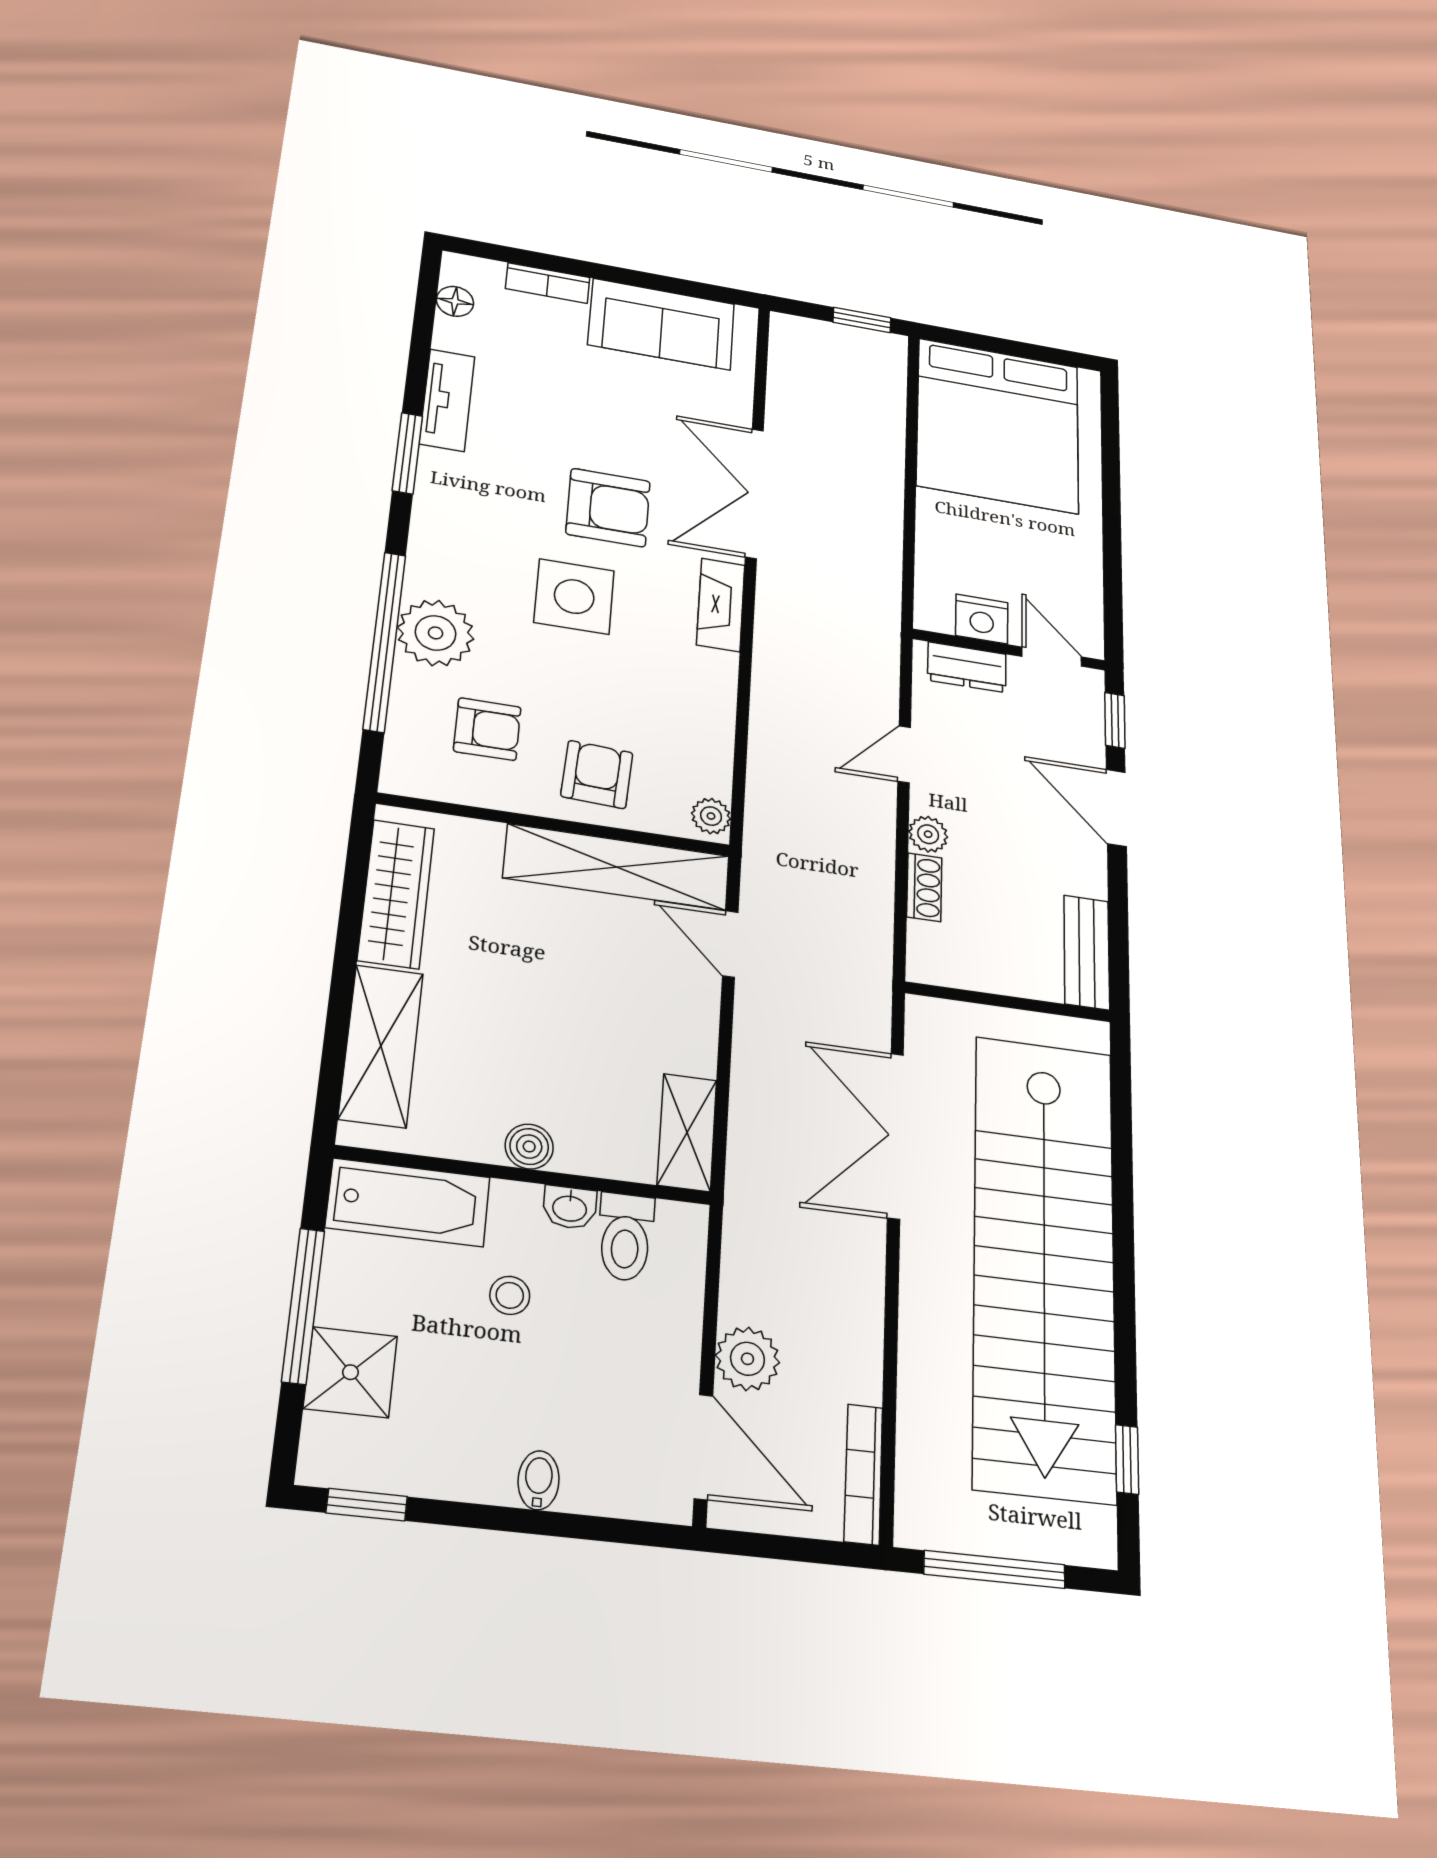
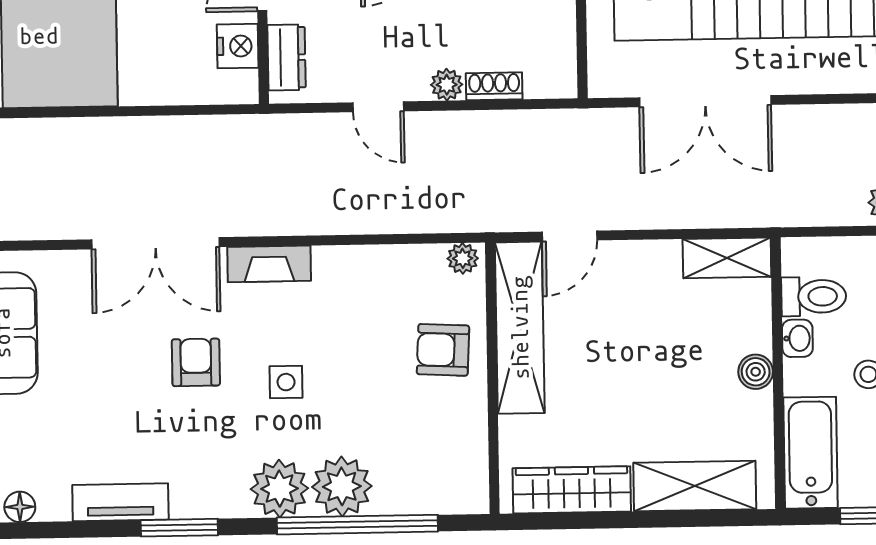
armchair: (608, 508) -> (196, 362), width x0.72, depth x0.72
plant: (442, 566) -> (279, 489), added
side table: (574, 597) -> (286, 382), width x0.54, depth x0.54
armchair: (487, 729) -> (419, 438), removed

